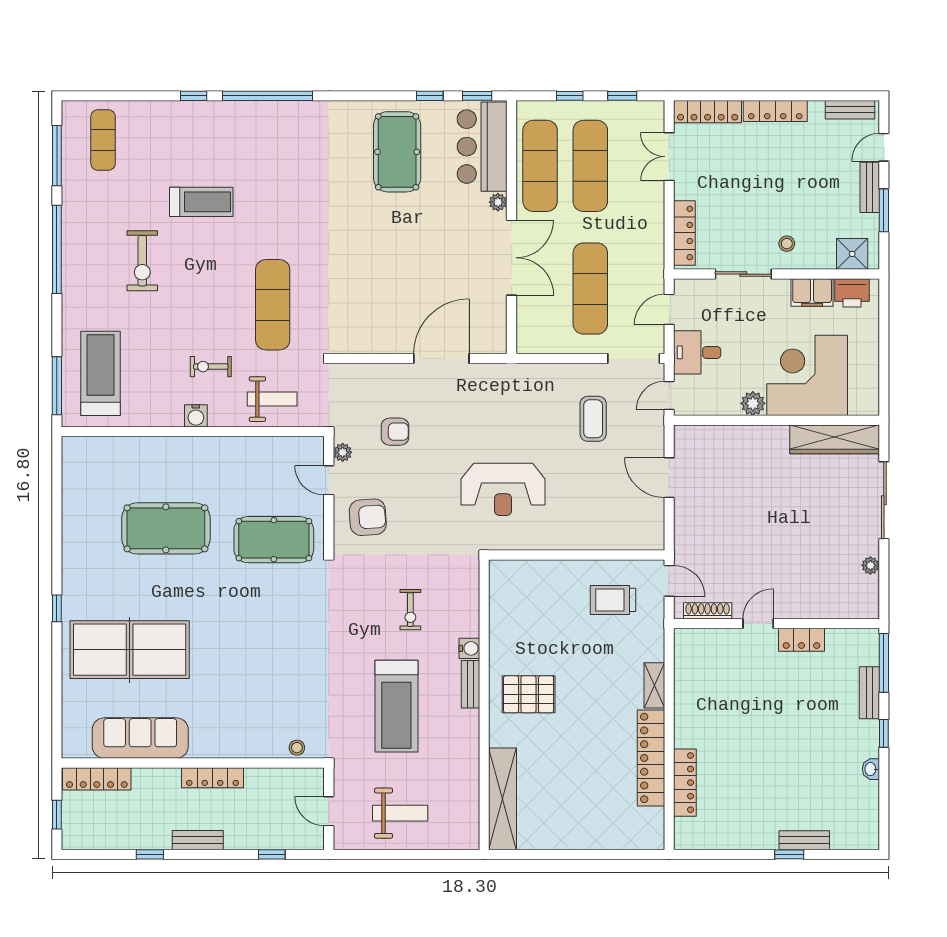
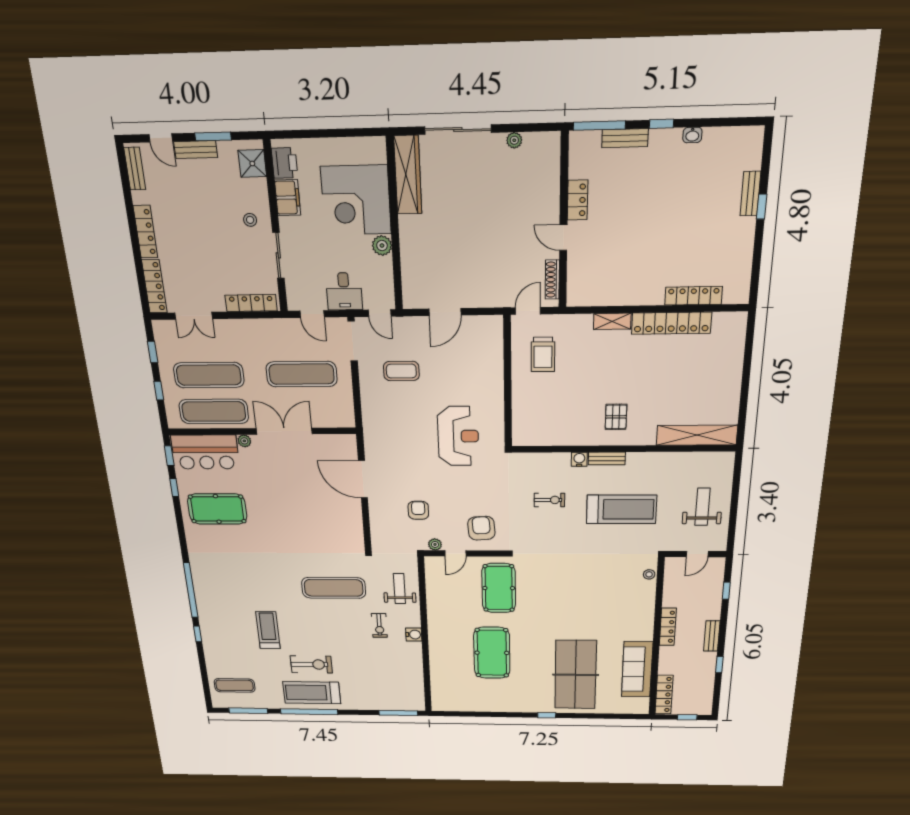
treadmill: (101, 373) -> (312, 693), moved
pallet: (529, 694) -> (616, 417), width x0.67, depth x0.71

